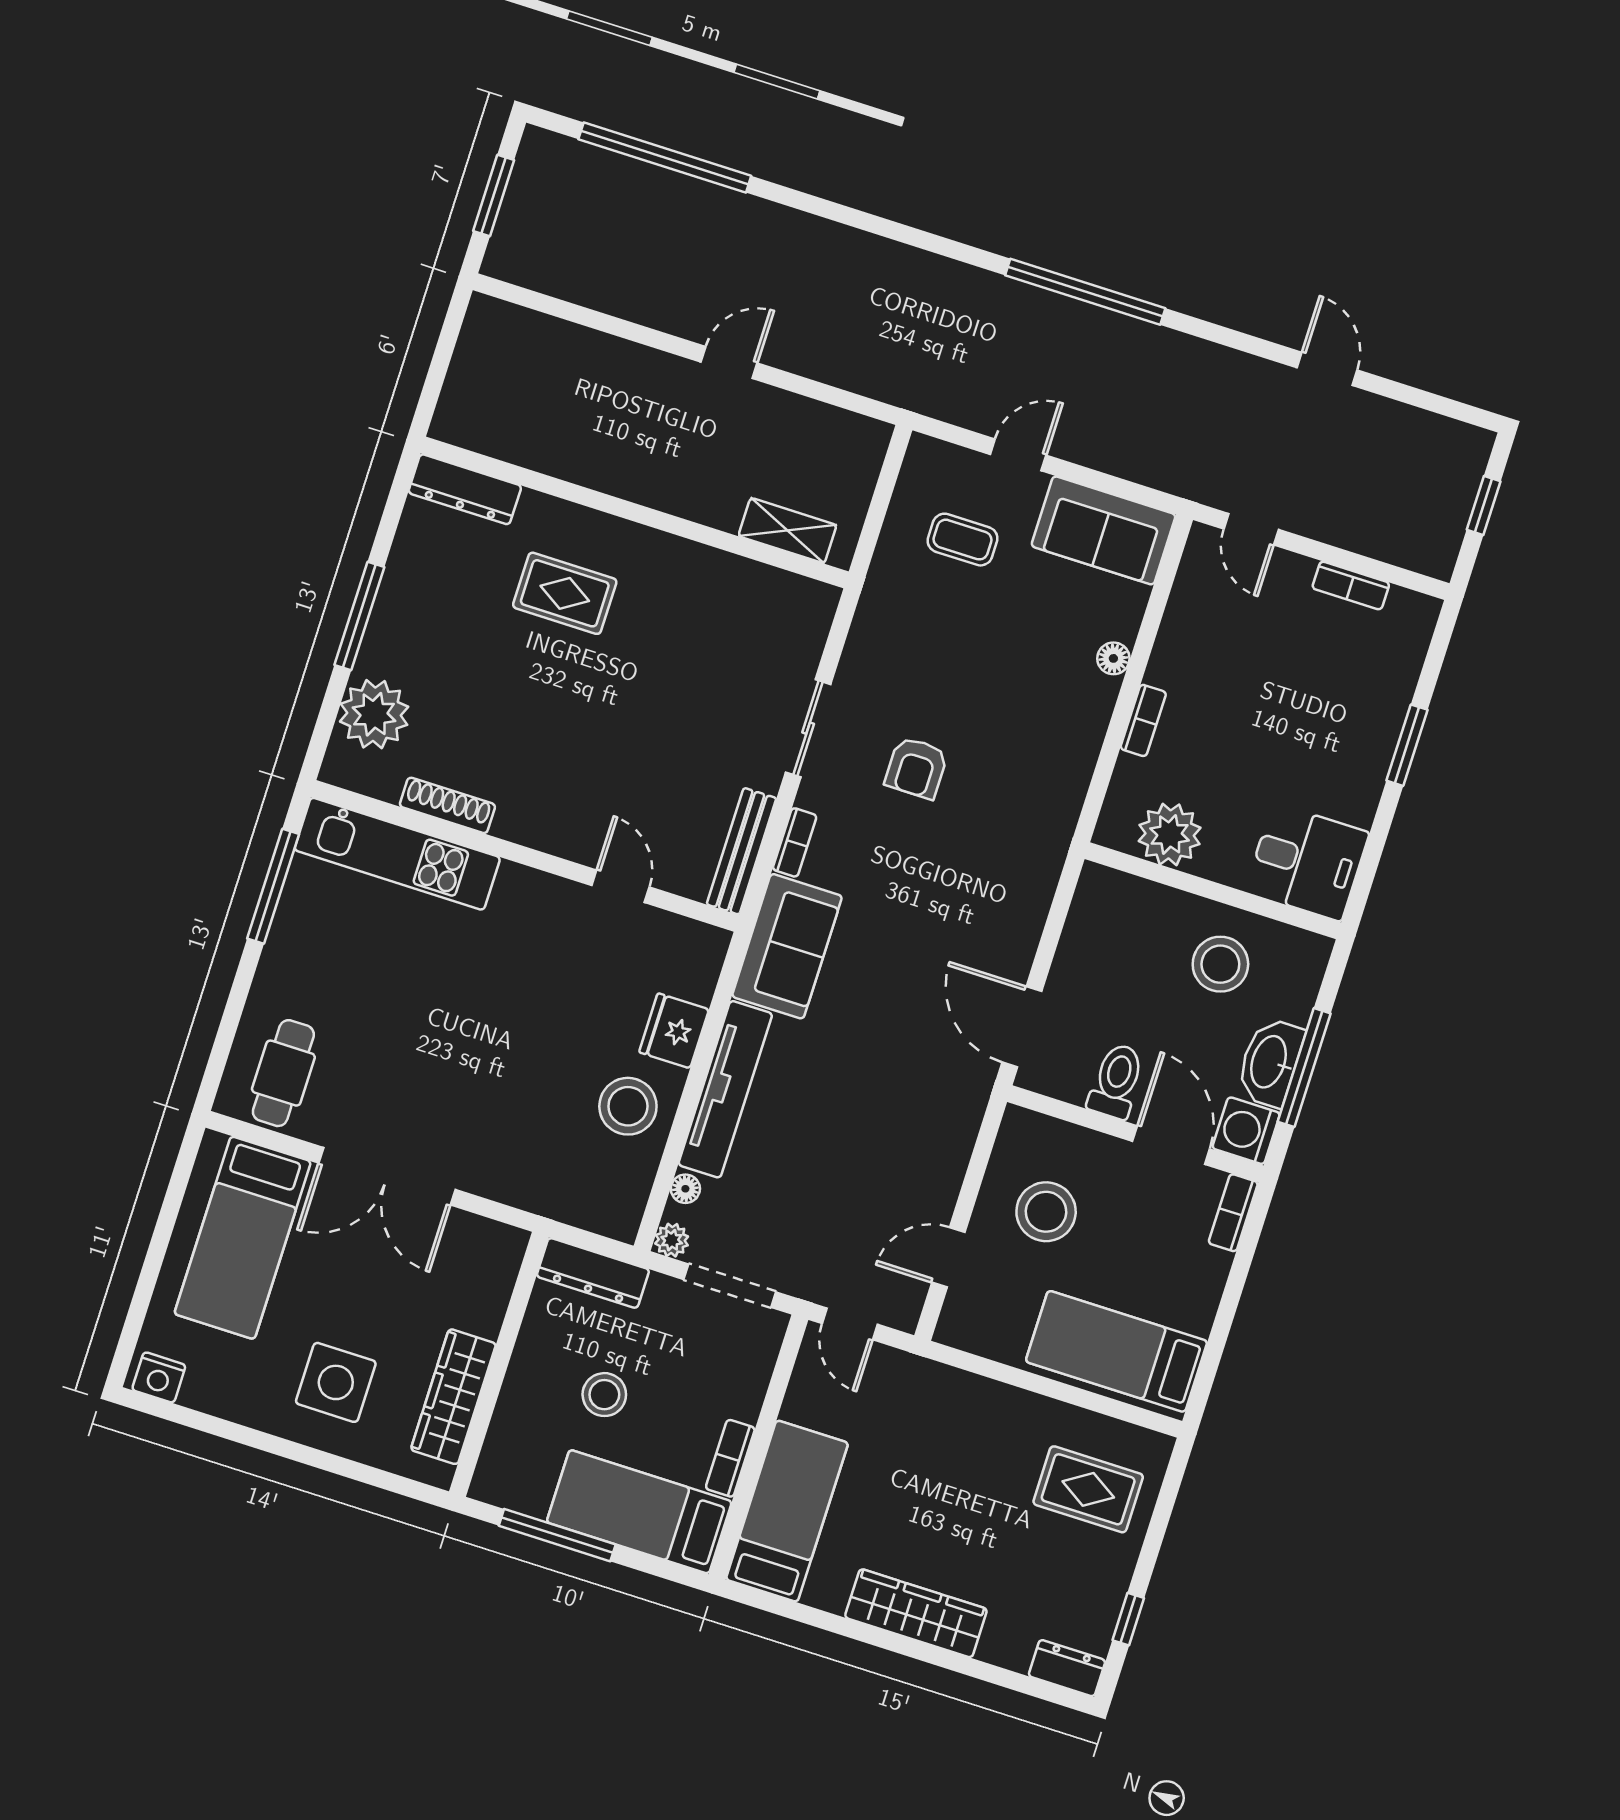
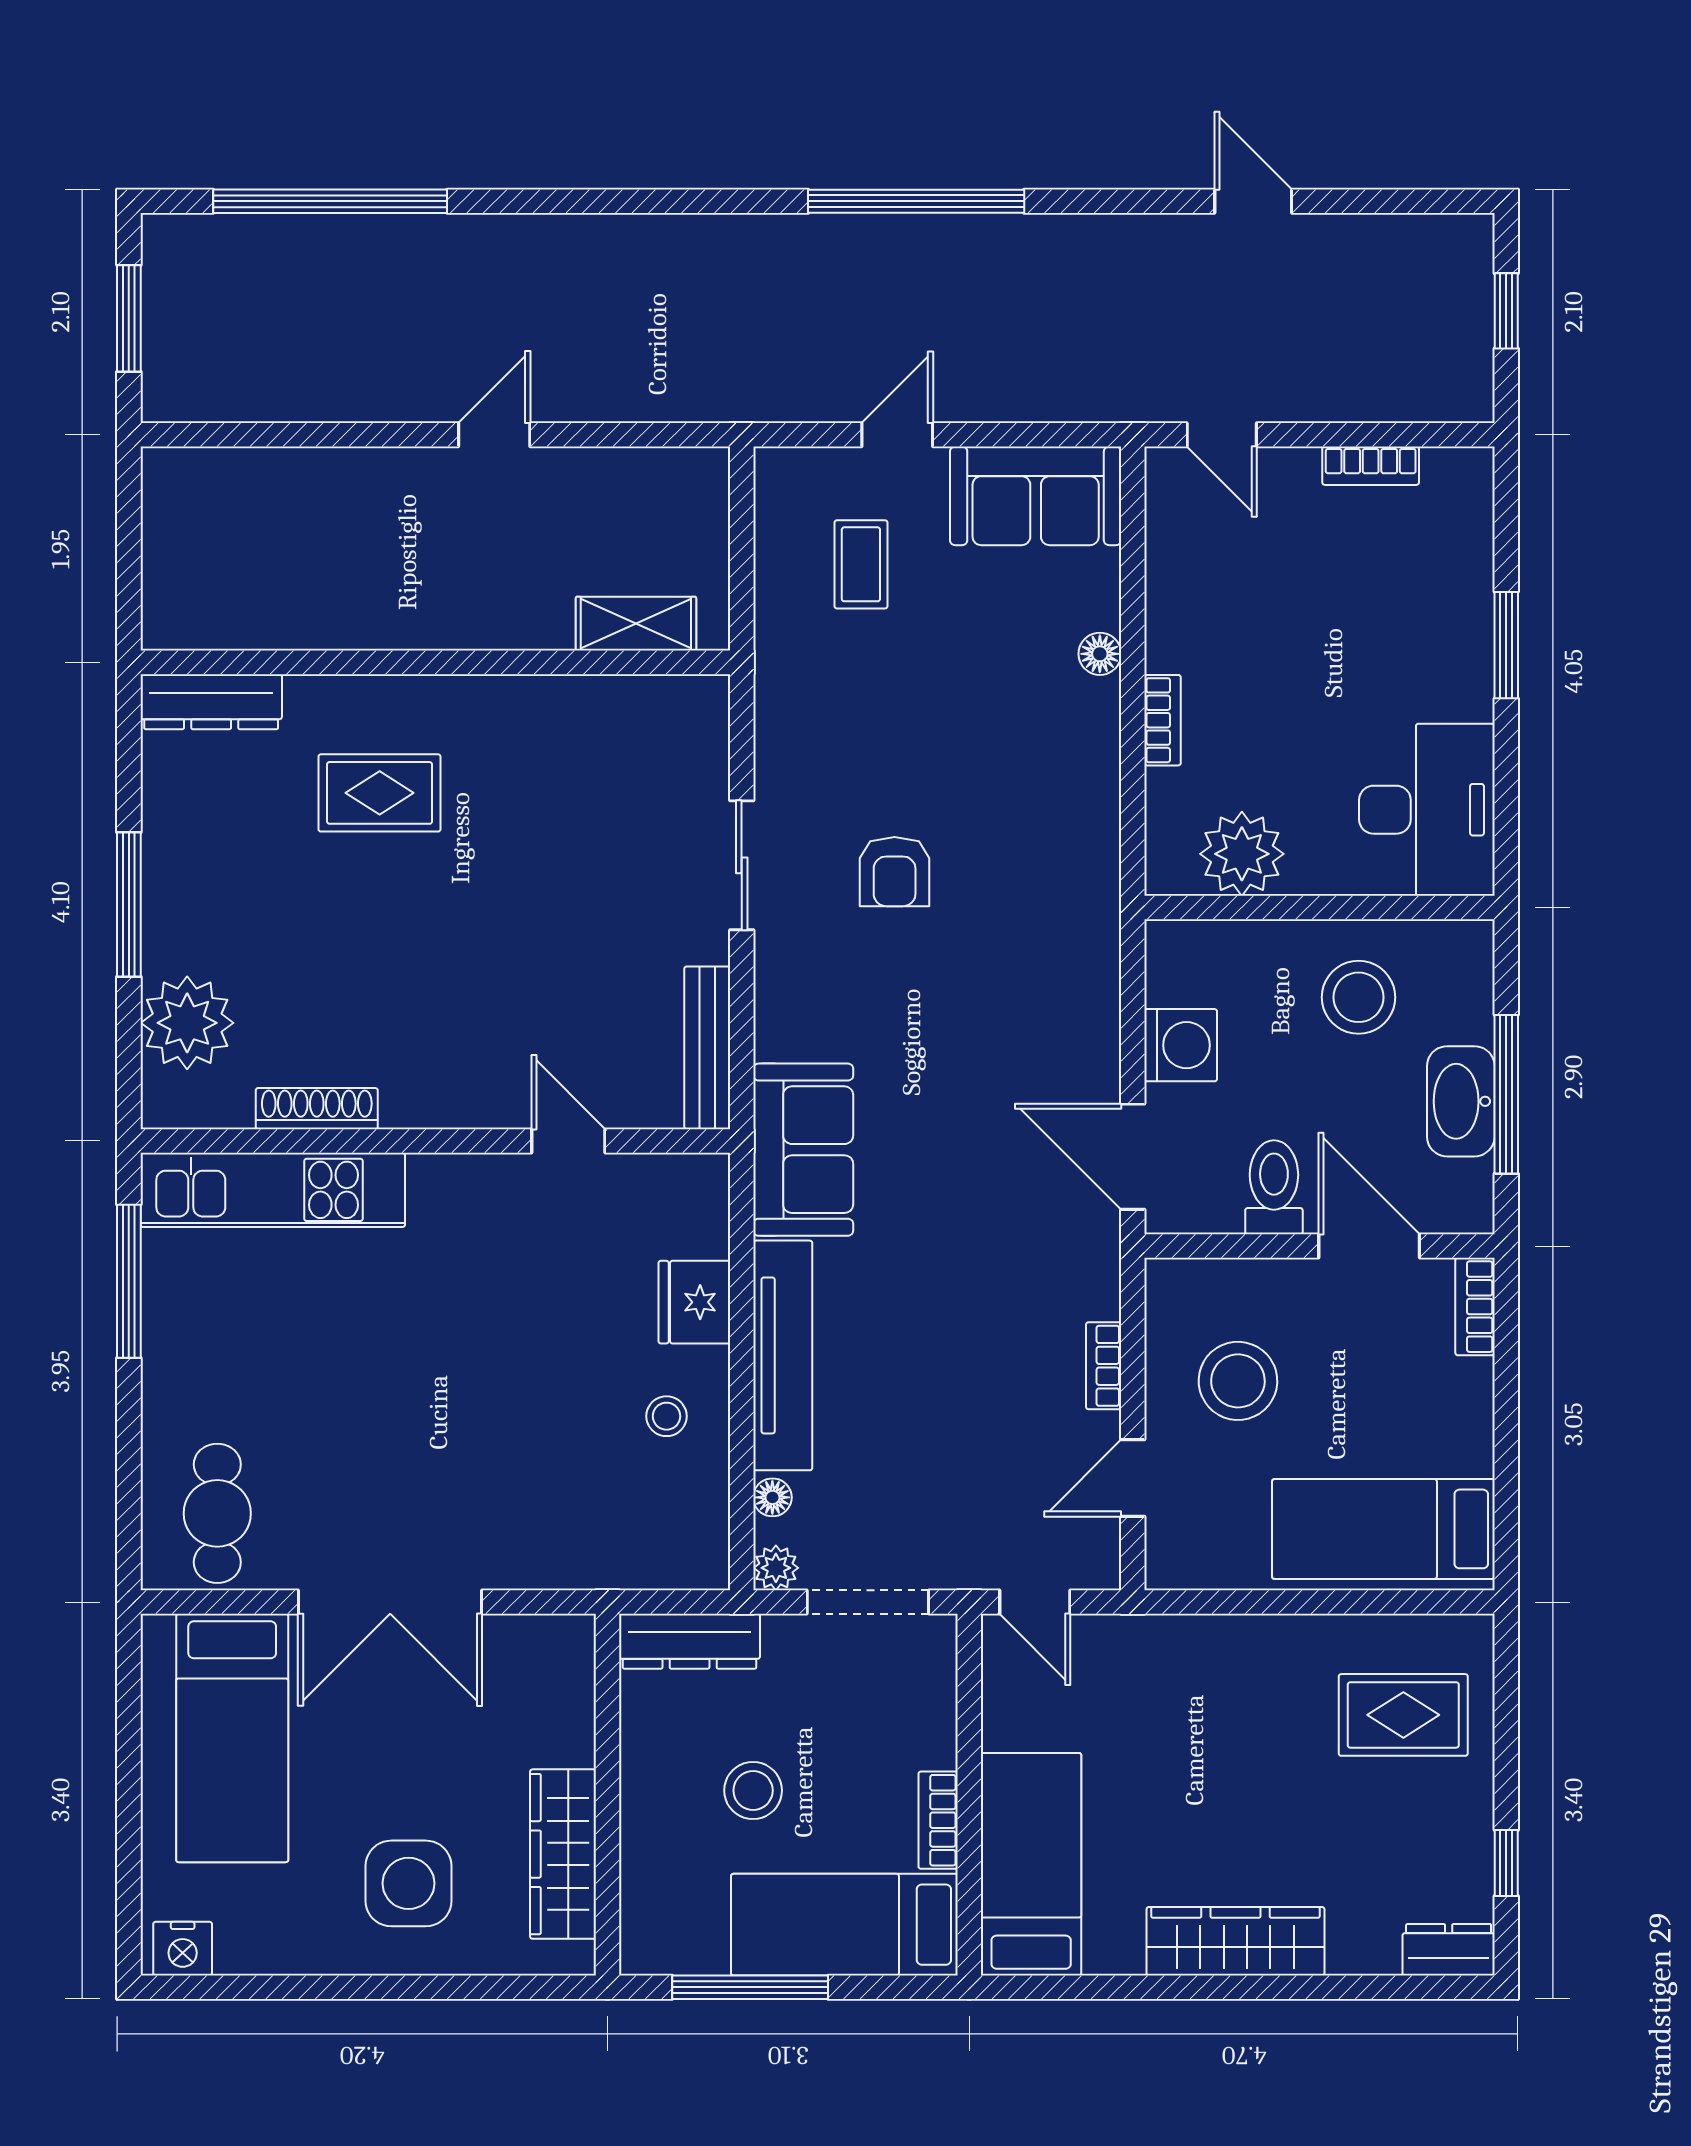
coffee table: (963, 540) -> (861, 564), turned 90
bookcase: (795, 842) -> (1104, 1366), moved, turned 180
desk: (1307, 862) -> (1427, 810), width x1.37
stool: (628, 1106) -> (667, 1416), width x0.53, depth x0.53
washing machine: (1246, 1131) -> (1181, 1045), moved, turned 180

